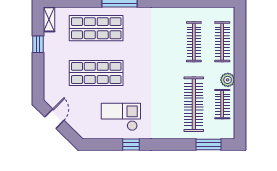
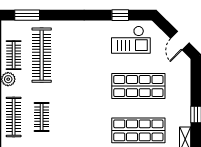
clothes rail: (194, 42) -> (42, 117), width x0.73
checkout: (121, 117) -> (131, 40), moved
window: (131, 145) -> (120, 15), moved

